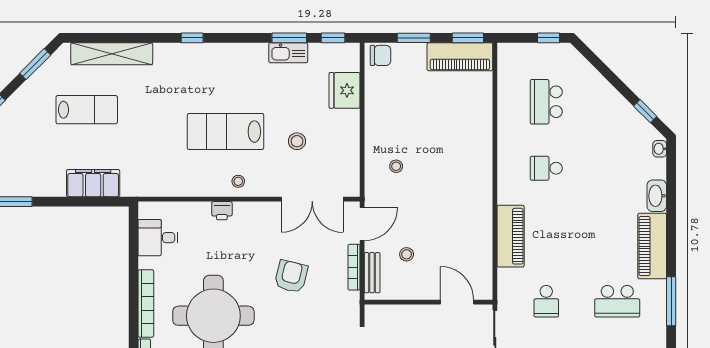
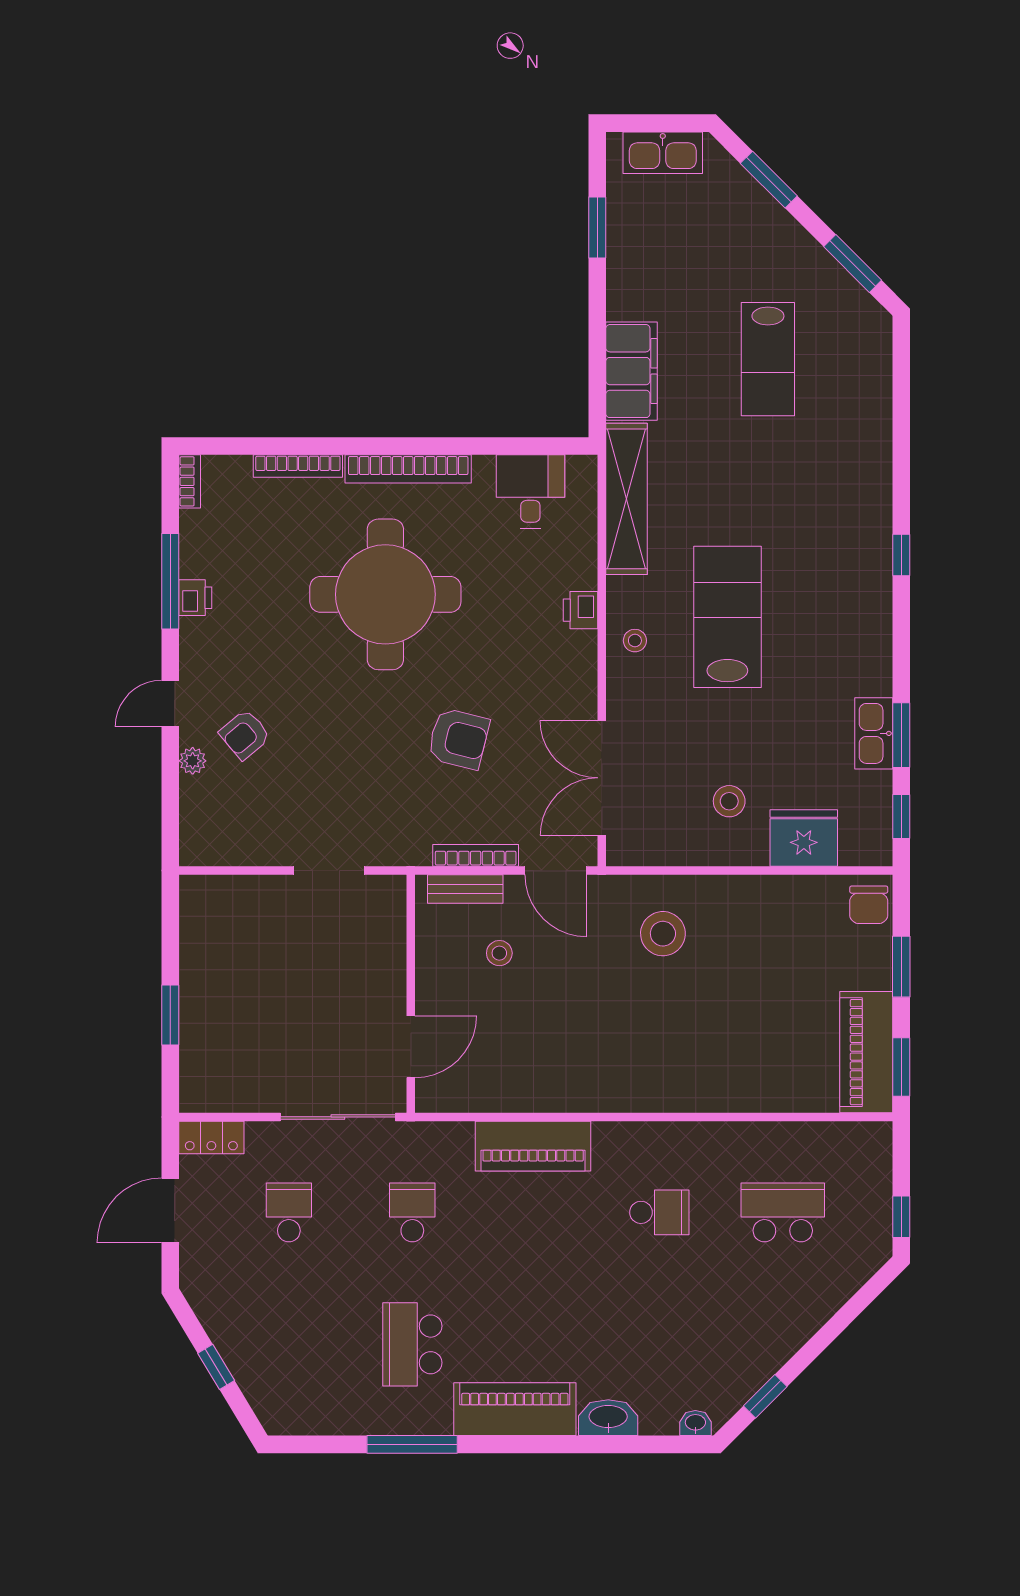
shelving: (112, 54) -> (627, 499), moved
stool: (297, 141) -> (729, 801), moved
stool: (396, 166) -> (663, 934), width x1.89, depth x1.89
school desk: (546, 168) -> (659, 1212), turned 90
school desk: (546, 301) -> (412, 1212), turned 90

